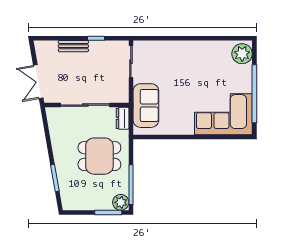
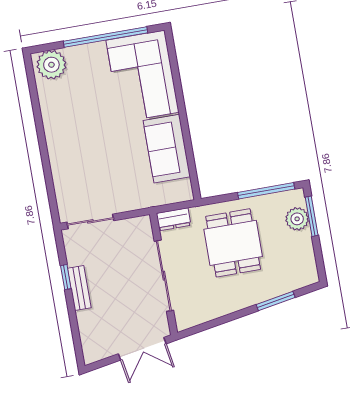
bench: (73, 46) -> (79, 288), moved
sofa: (146, 106) -> (167, 149), moved, turned -90
plant: (121, 202) -> (297, 219), moved

